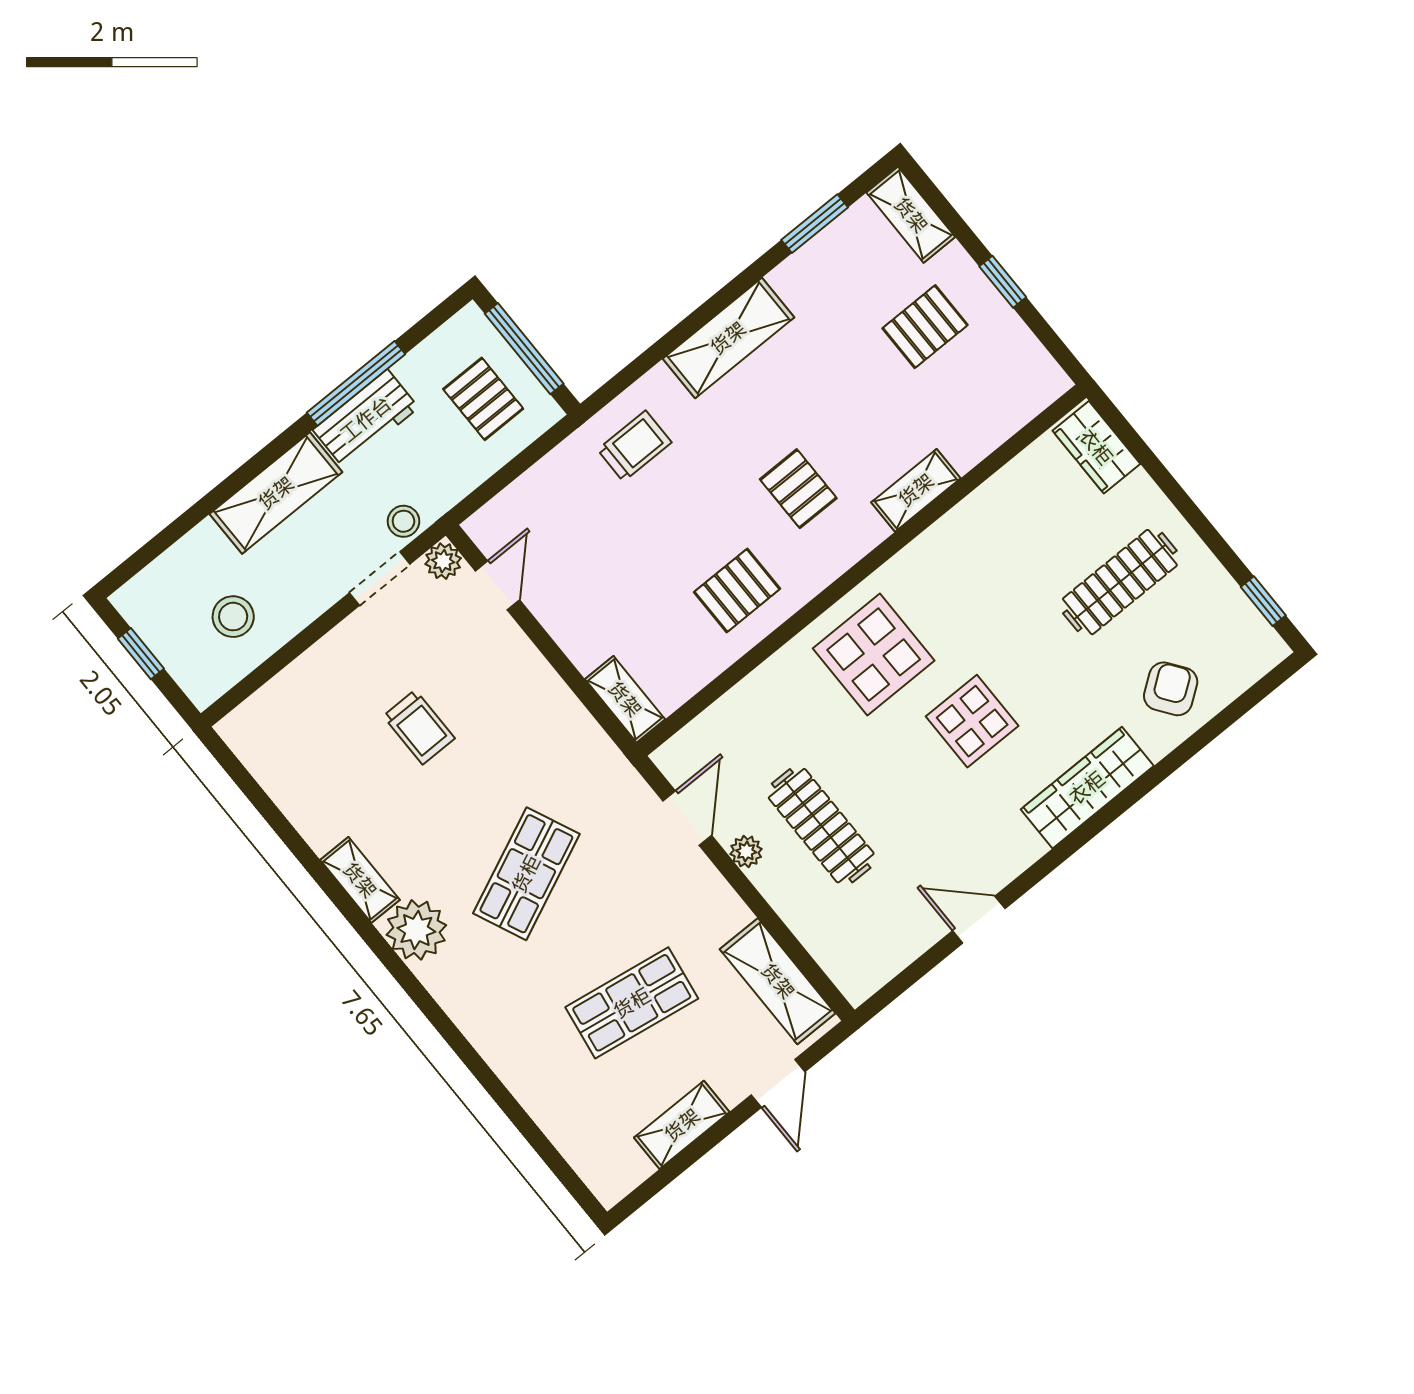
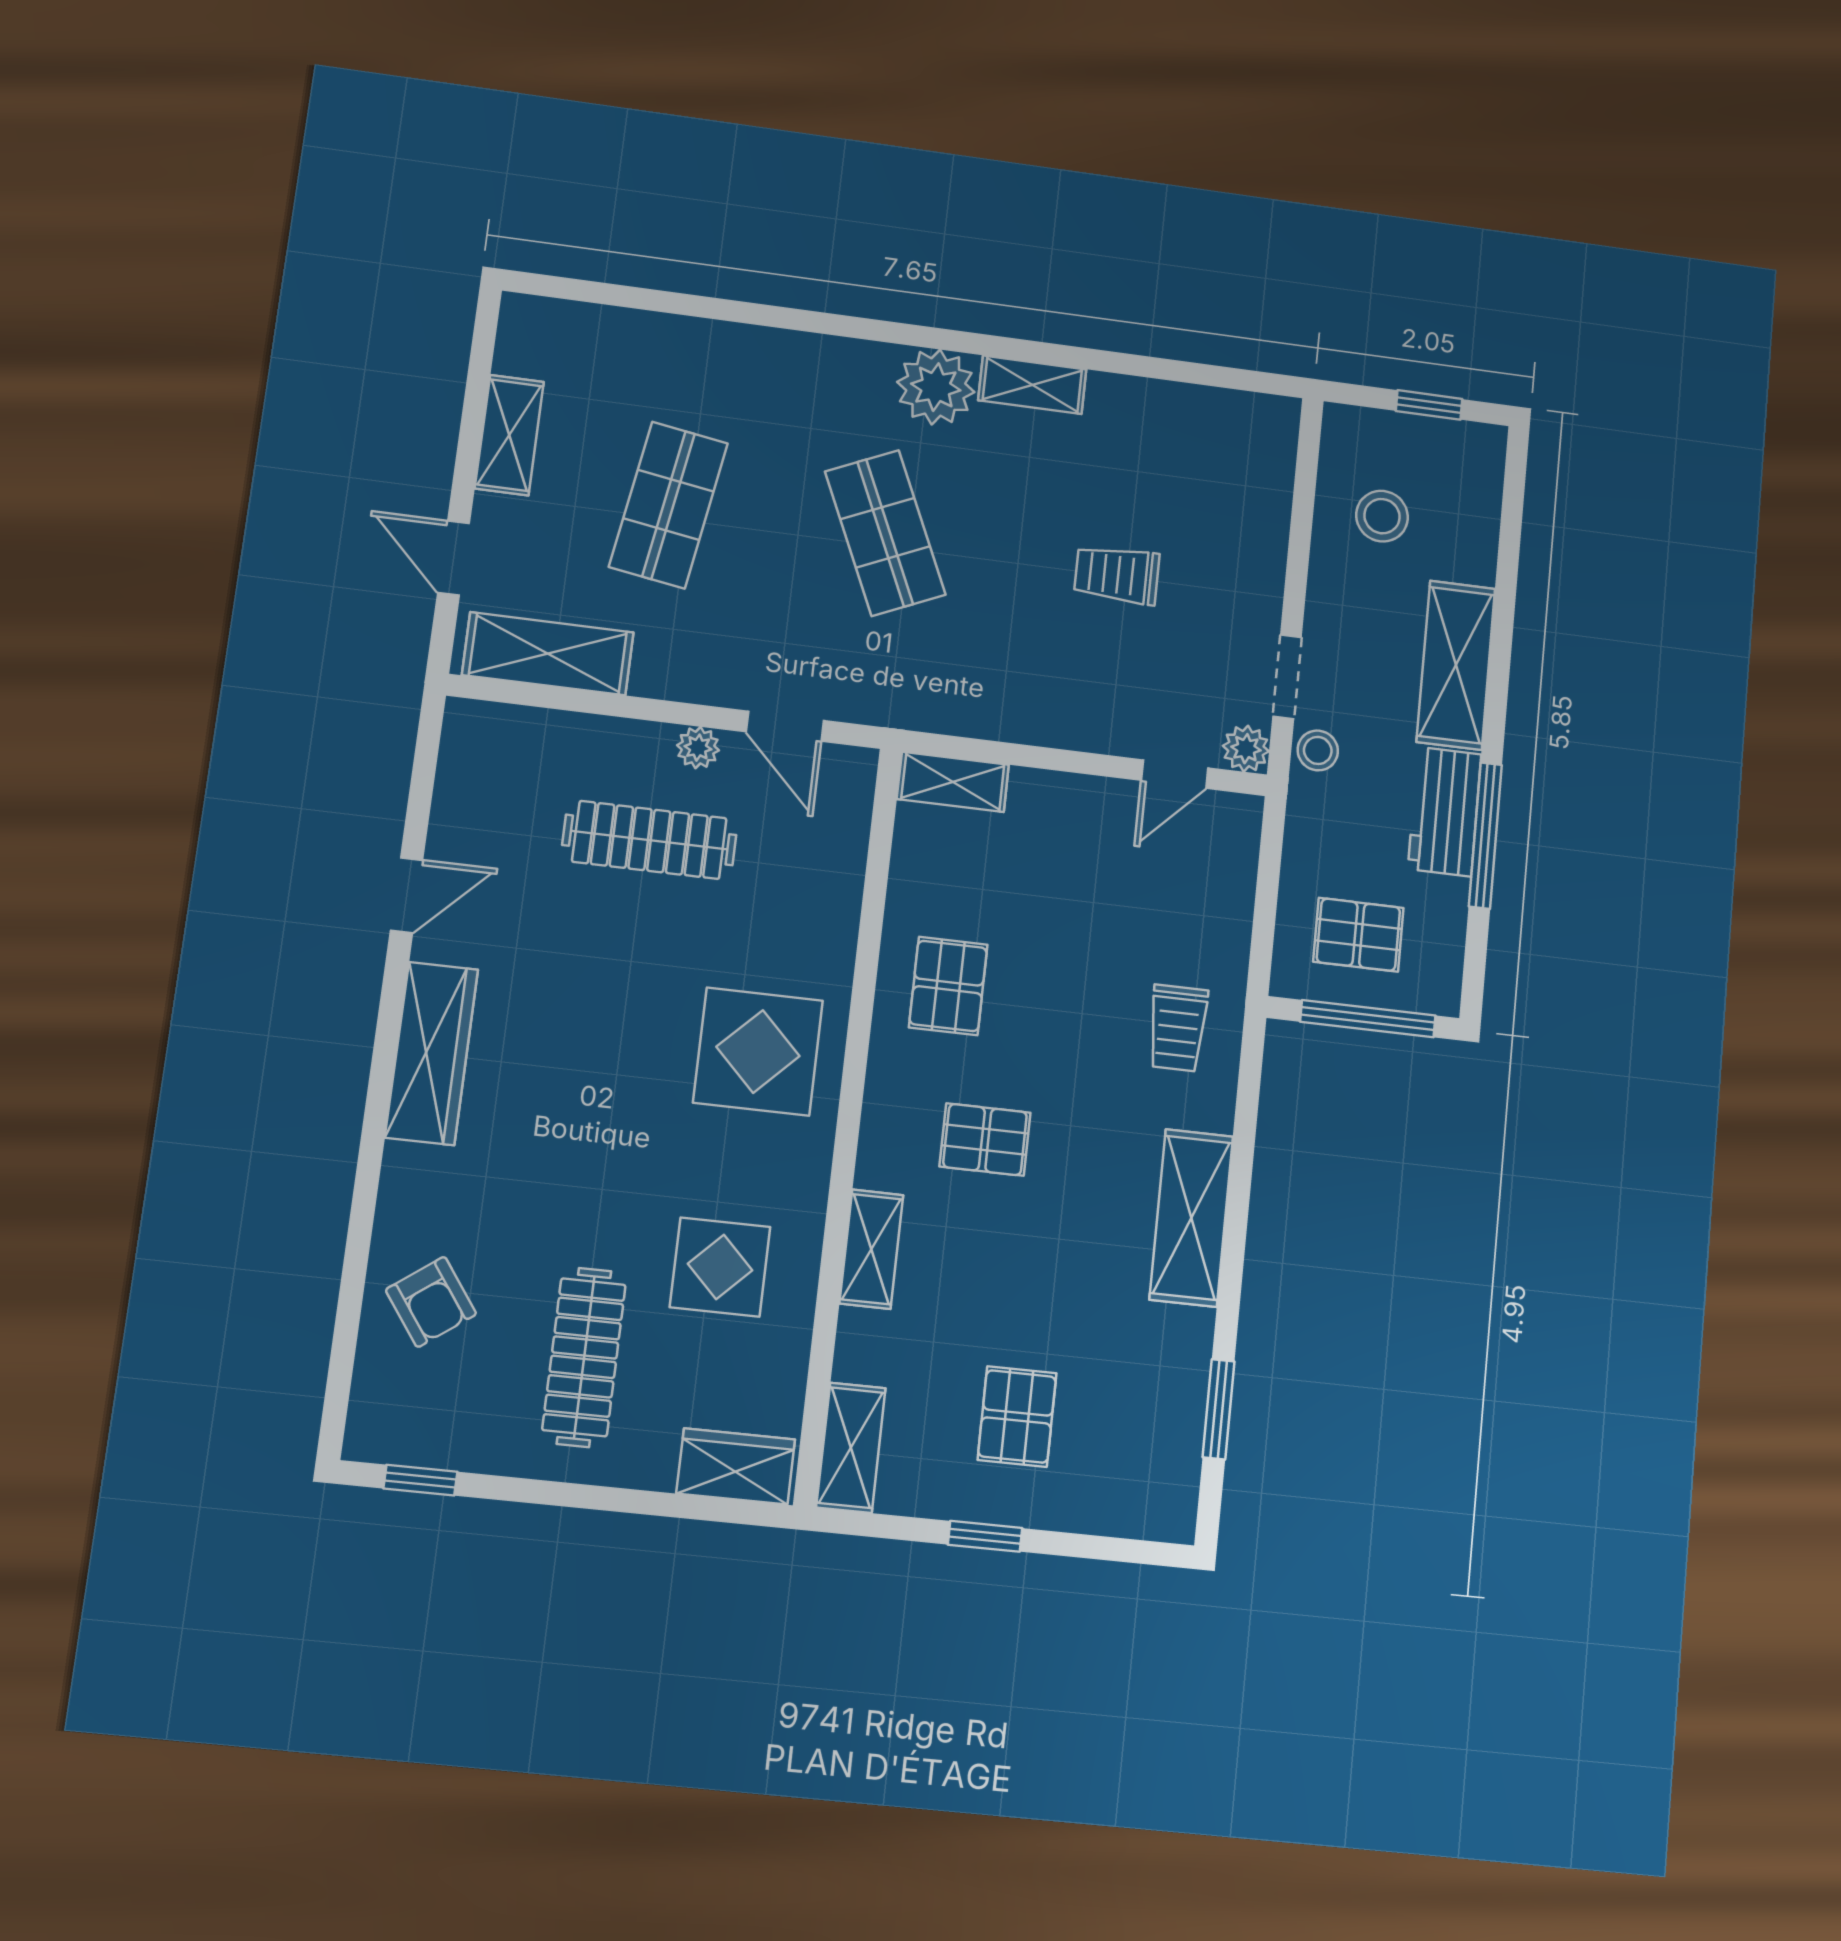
shelving: (911, 215) -> (851, 1448), moved, turned 90
door: (497, 585) -> (1175, 774), hinge flipped
display table: (972, 721) -> (720, 1267), moved
wardrobe: (1087, 788) -> (432, 1053), moved

